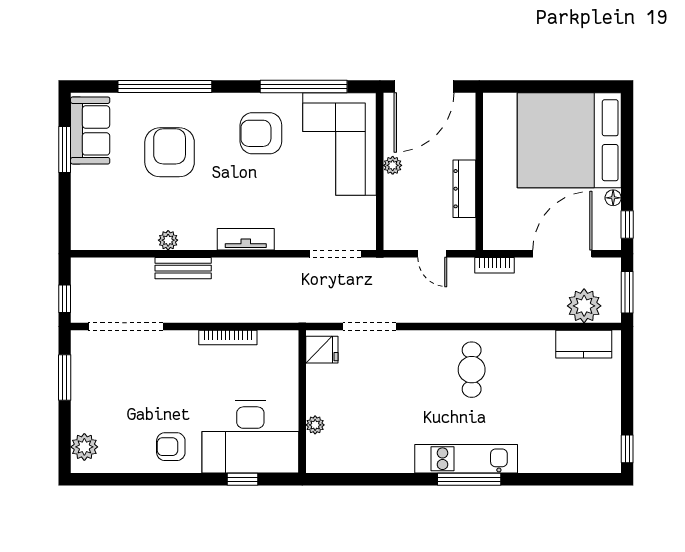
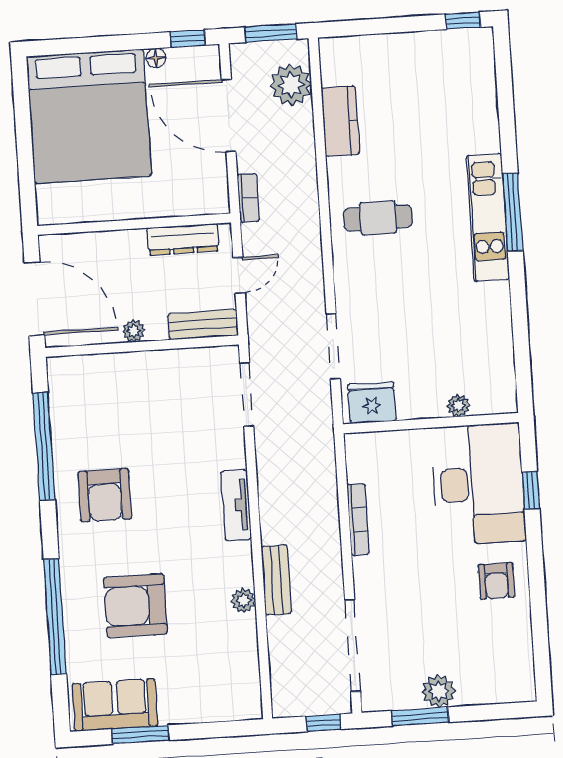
corner sofa: (340, 144) -> (112, 398), removed
dresser: (464, 189) -> (183, 239), moved
bench: (394, 222) -> (203, 324), added
kitchen counter: (584, 344) -> (340, 121), moved
fridge: (322, 350) -> (372, 403), width x1.38
plant: (84, 447) -> (439, 691), moved

